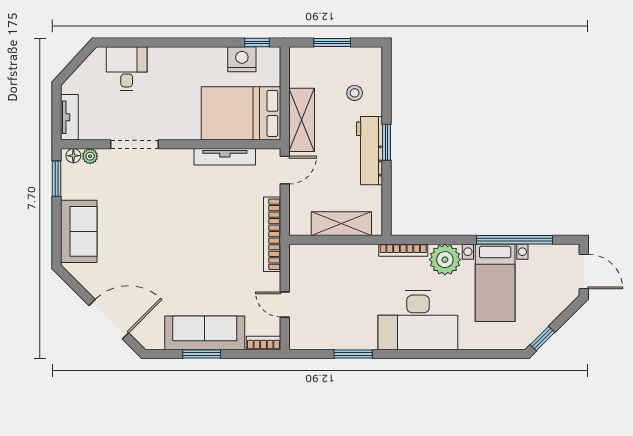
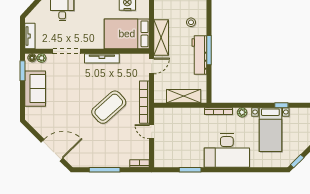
window: (387, 142) -> (209, 50), width x1.44
tv unit: (225, 157) -> (102, 58), moved
sofa: (79, 231) -> (35, 89), moved
window: (514, 240) -> (281, 105), width x0.32
coffee table: (209, 243) -> (109, 107), added
plant: (445, 260) -> (242, 112), width x0.53, depth x0.53
door: (285, 305) -> (152, 132), moved
sofa: (205, 333) -> (106, 158), removed
window: (202, 354) -> (105, 170), width x1.44

